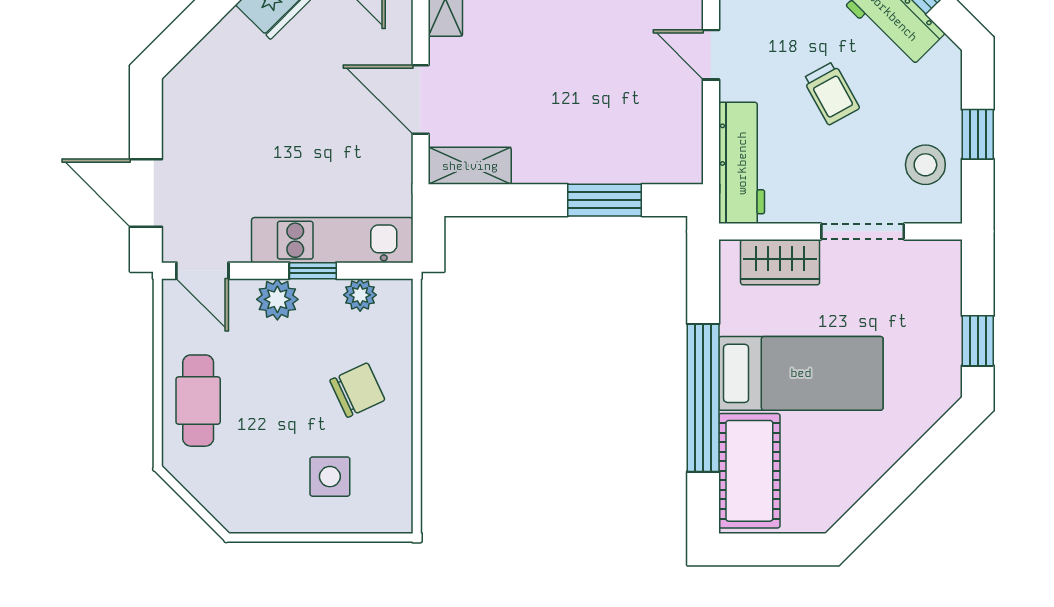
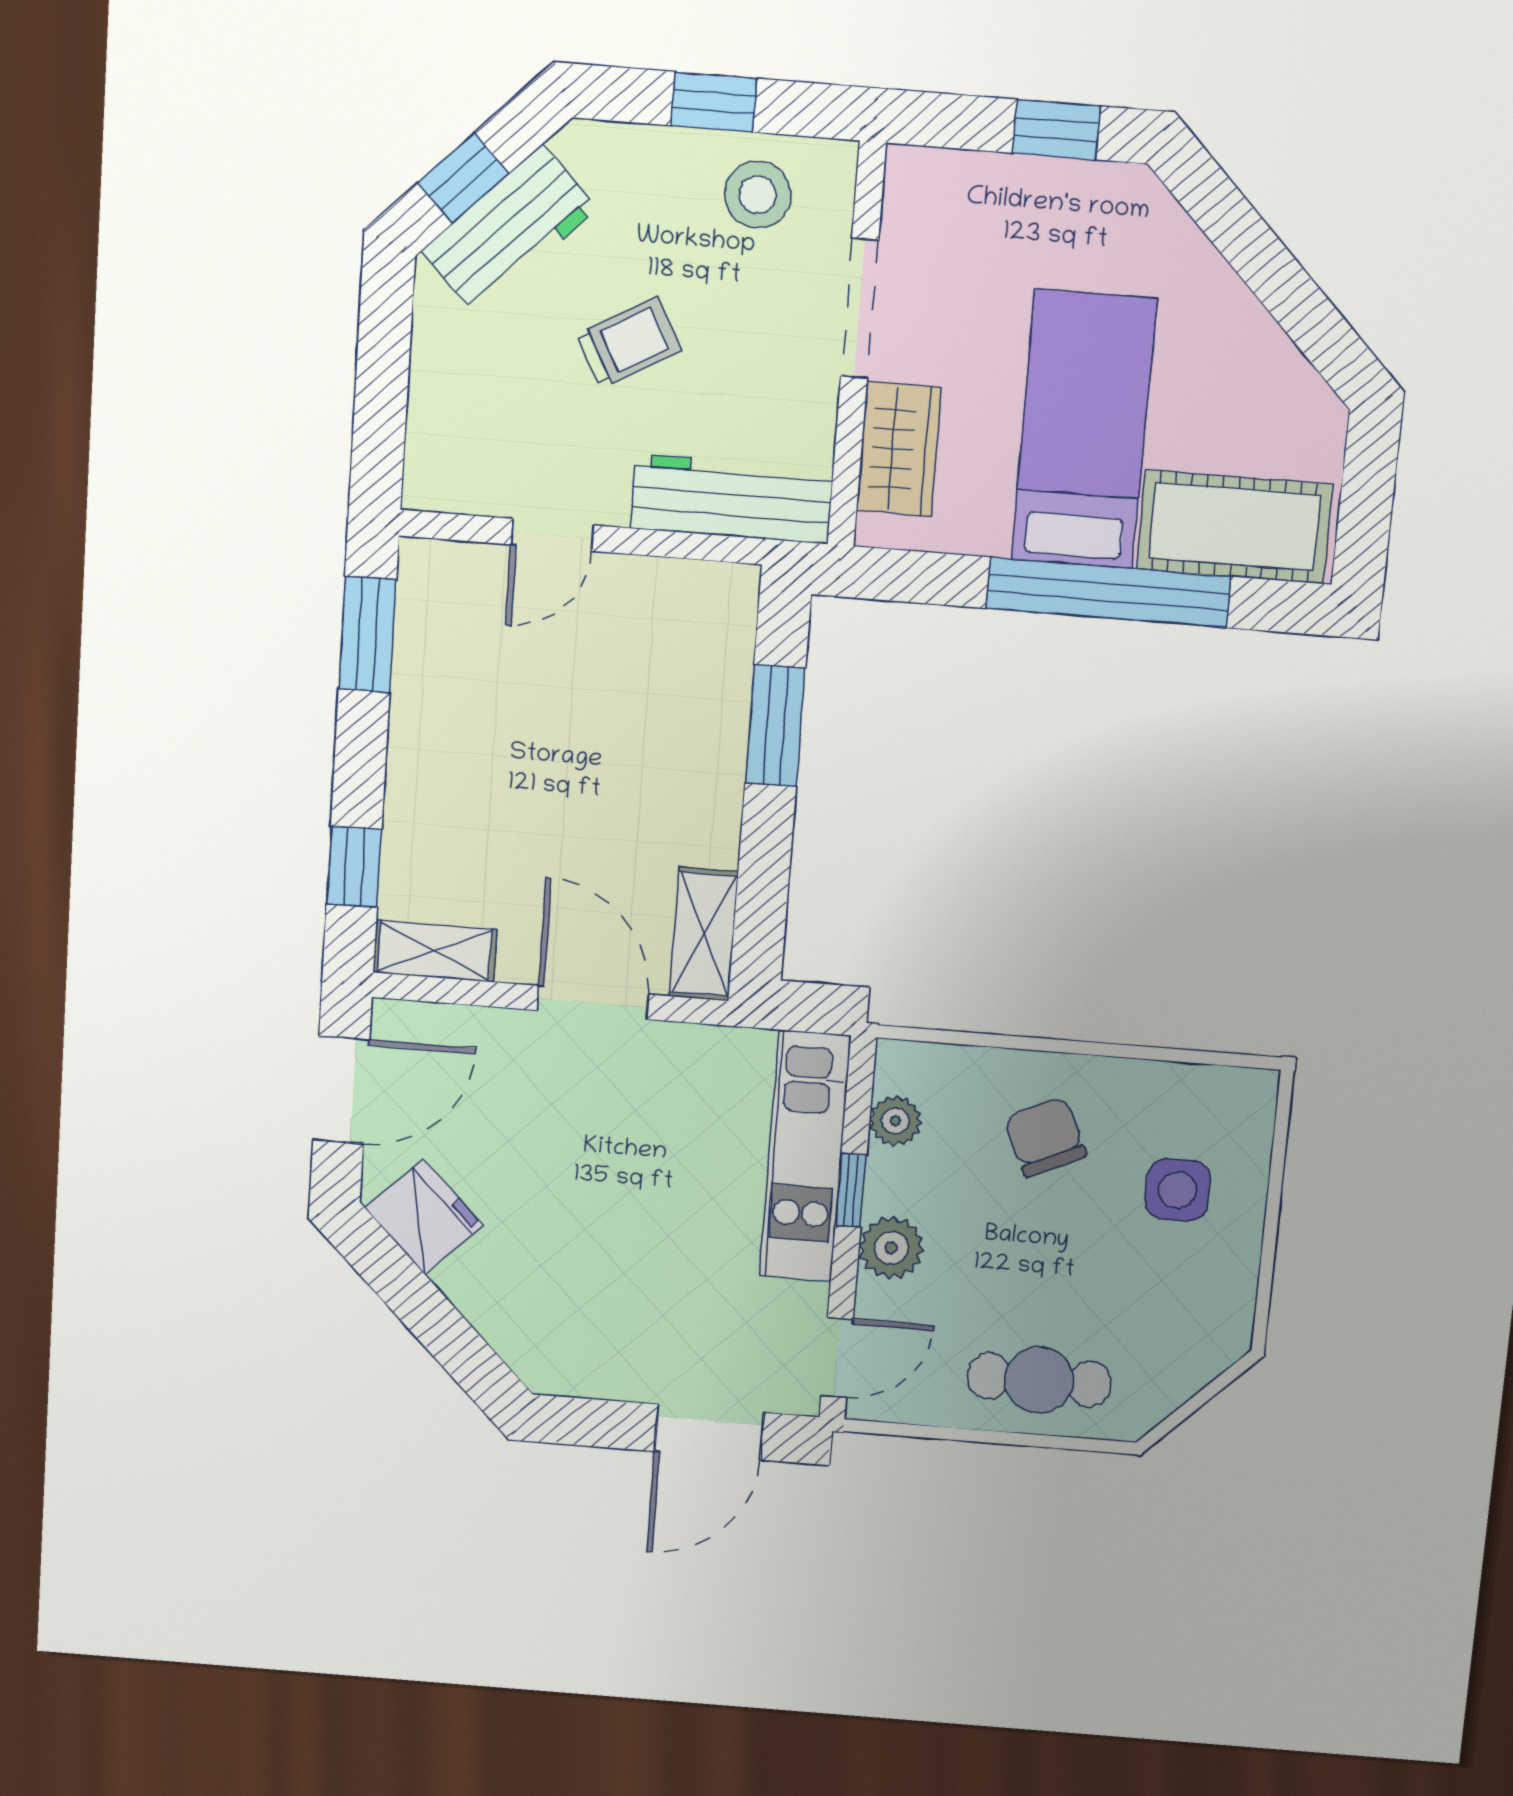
door: (421, 99) -> (593, 1002), swing flipped

